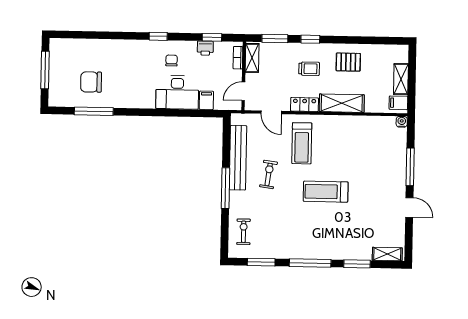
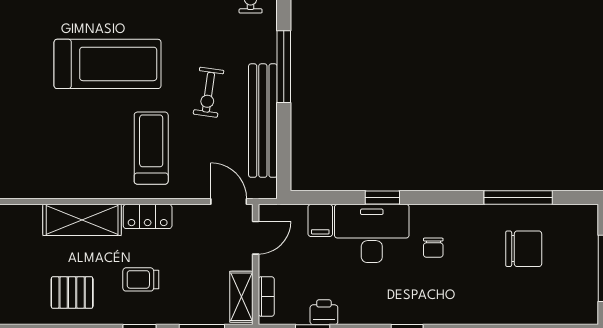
chair: (172, 60) -> (433, 248), moved
door: (271, 112) -> (229, 202), moved
window: (171, 113) -> (382, 198), added
treadmill: (326, 192) -> (108, 64), width x1.37, depth x1.38

